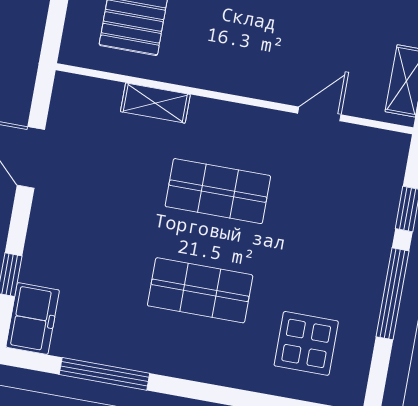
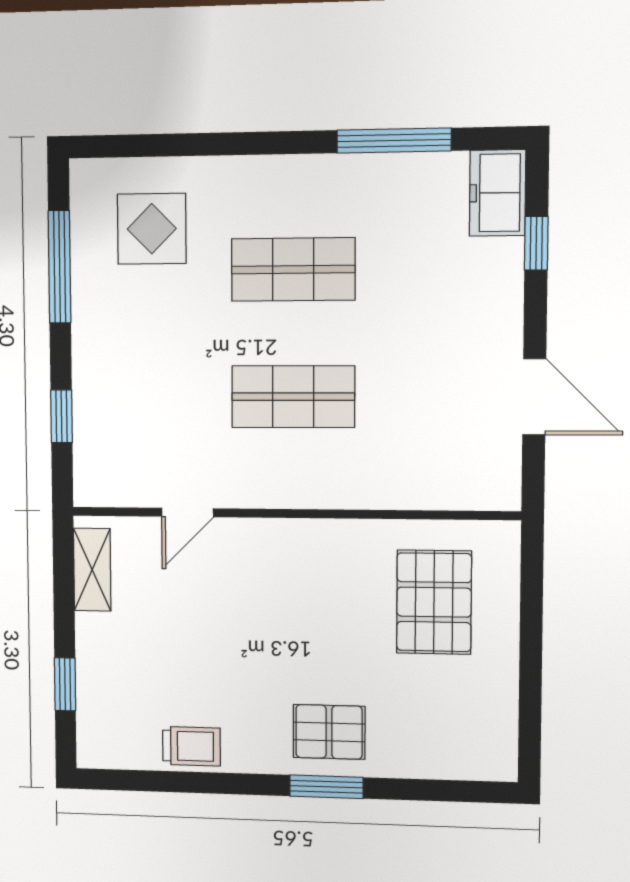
shelving: (155, 103) -> (389, 492), removed
window: (392, 294) -> (60, 267), moved

